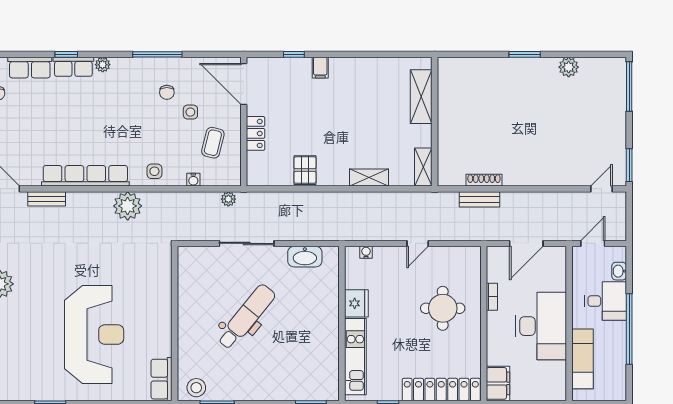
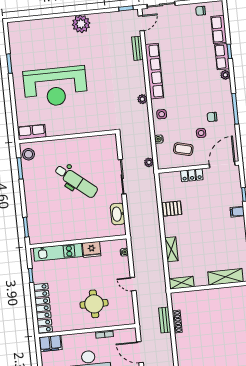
plant: (128, 206) -> (142, 99), width x0.53, depth x0.53

